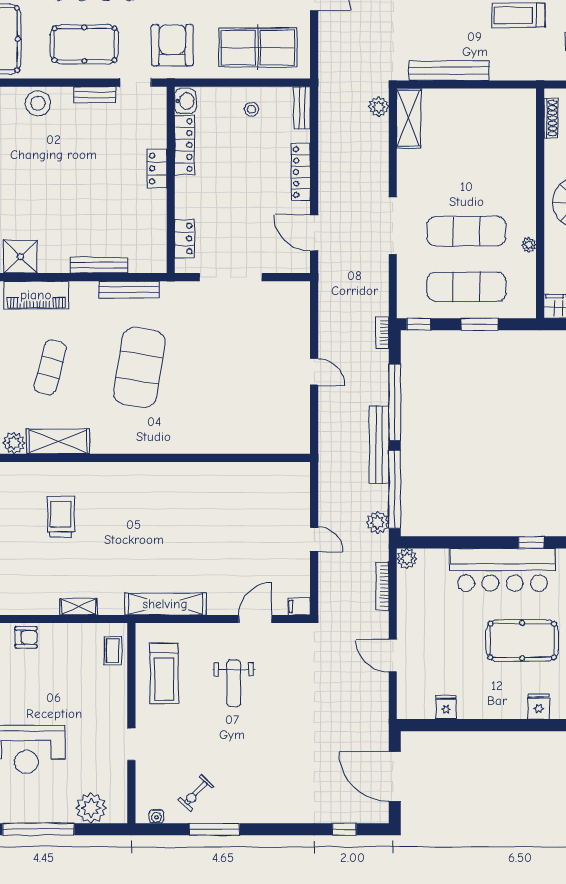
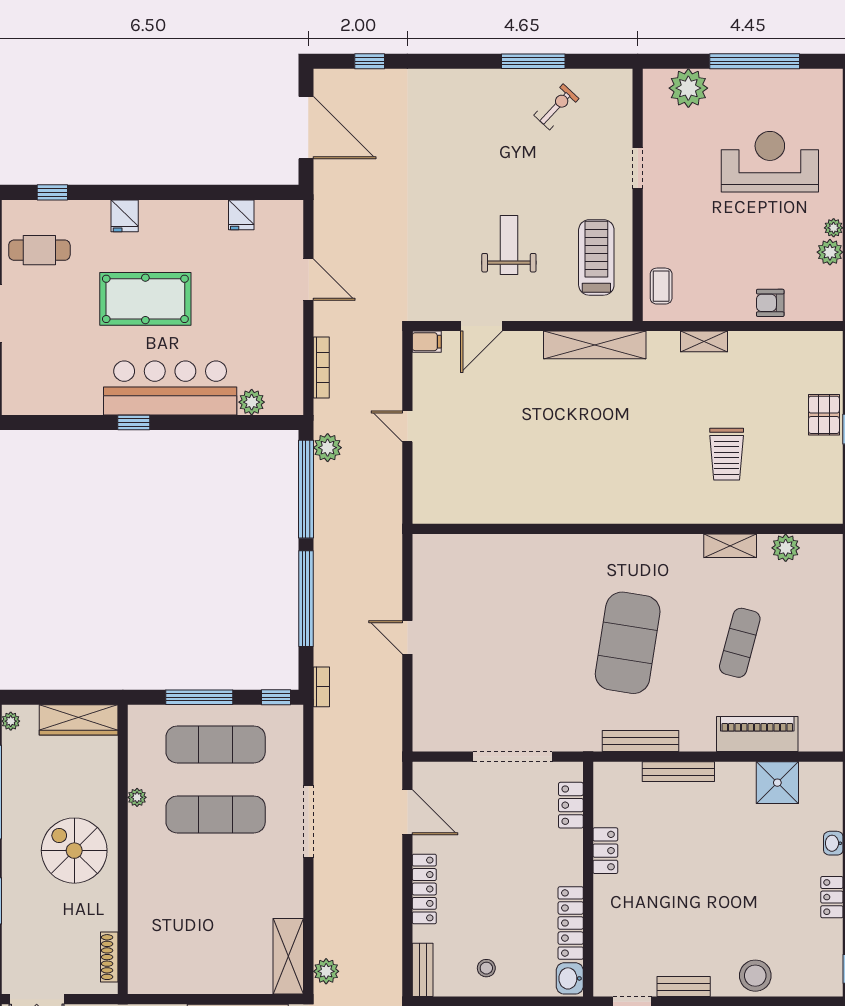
locker: (157, 169) -> (605, 851), moved
window: (479, 324) -> (199, 697), width x1.44
shelving: (58, 441) -> (730, 546), width x0.67, depth x0.75
bench: (379, 445) -> (326, 546), removed
plant: (407, 559) -> (252, 402), moved
water cooler: (157, 816) -> (606, 78), removed

